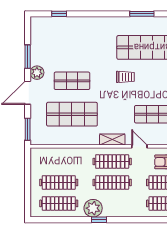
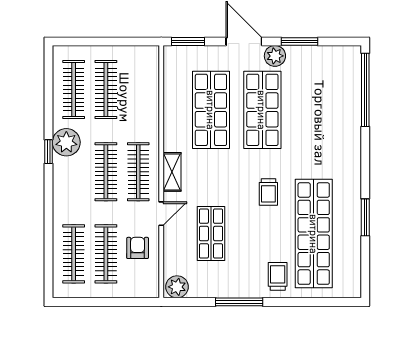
window: (59, 14) -> (365, 90), width x3.17
shop shelf: (72, 81) -> (262, 110), width x1.43, depth x1.36

